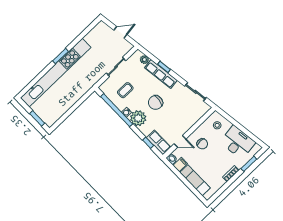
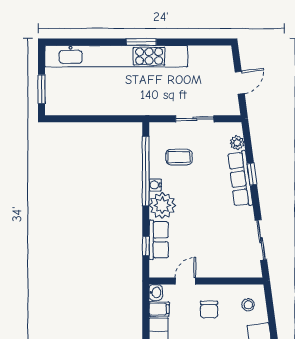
door: (120, 32) -> (240, 83), hinge flipped
chair: (156, 102) -> (201, 207), removed
door: (180, 141) -> (185, 281), swing flipped
row of seats: (159, 142) -> (159, 240), moved

